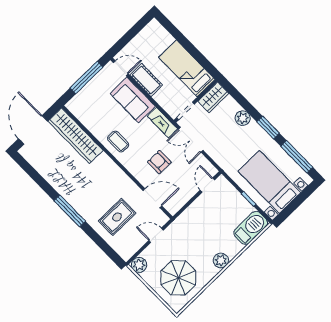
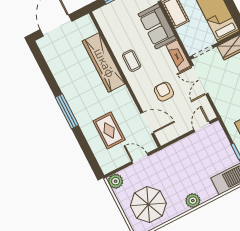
wardrobe: (75, 136) -> (104, 63), moved
rug: (117, 217) -> (109, 130), turned 90

